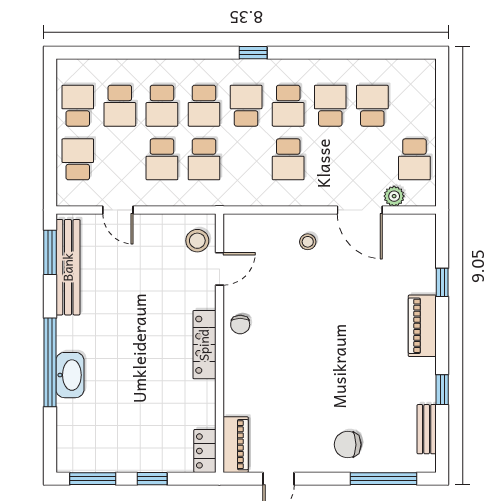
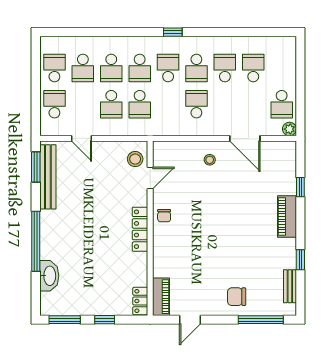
school desk: (288, 159) -> (196, 104), turned 180
plant: (394, 196) -> (289, 129), moved
washbasin: (70, 375) -> (49, 276), moved

